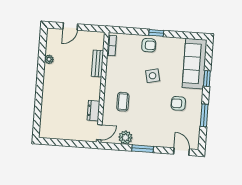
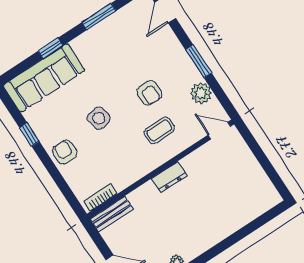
window: (156, 33) -> (29, 135), moved
bench: (98, 64) -> (112, 214), moved
armchair: (178, 103) -> (149, 93), moved
dresser: (93, 111) -> (169, 177), moved

